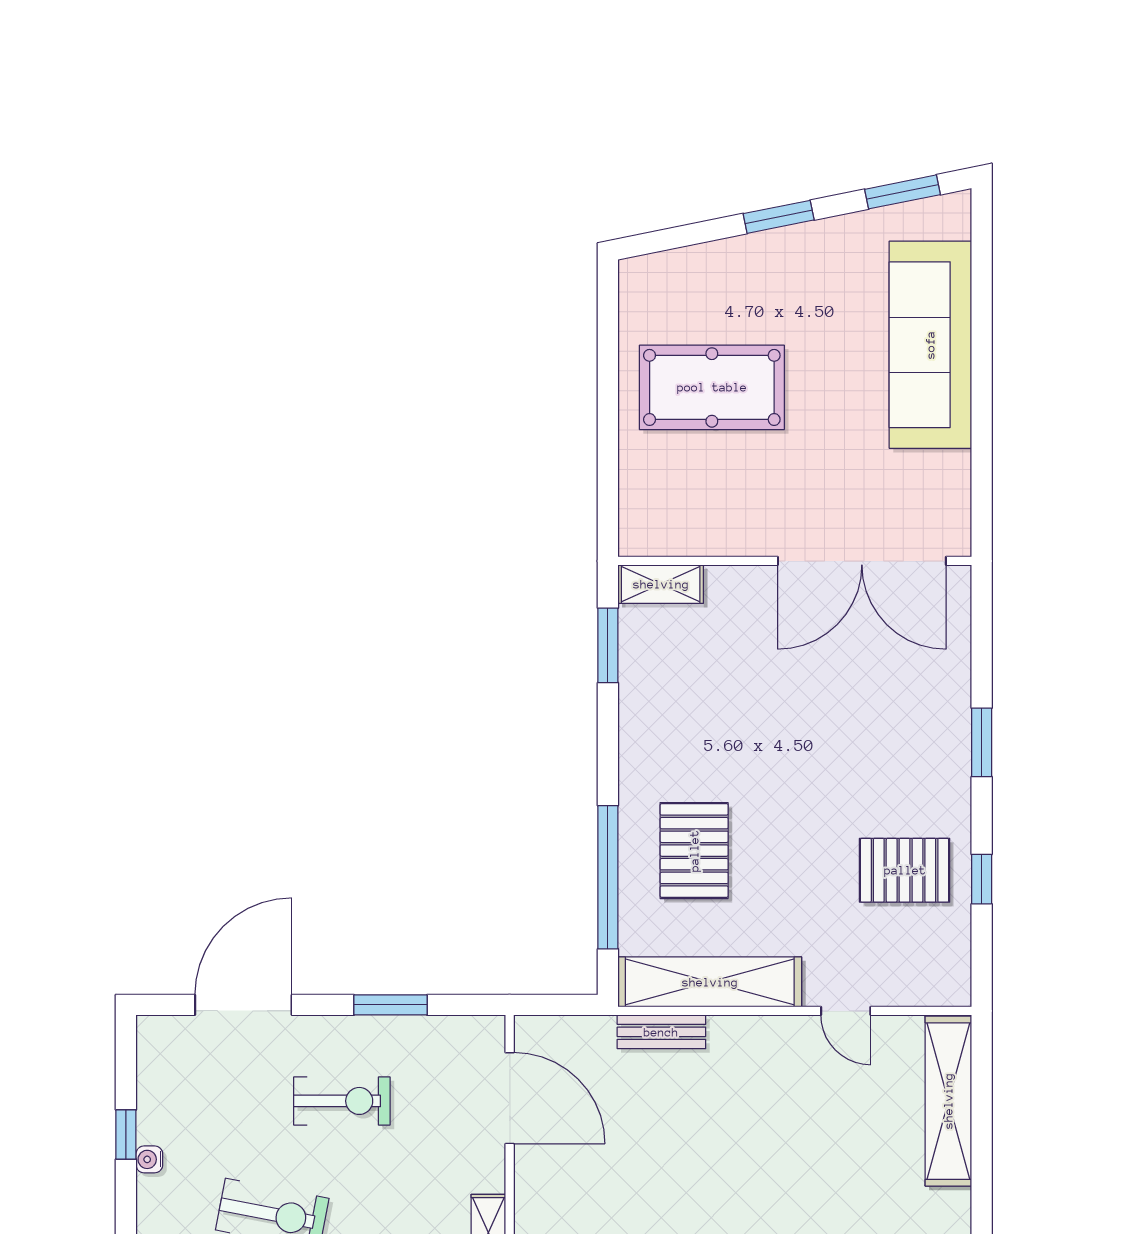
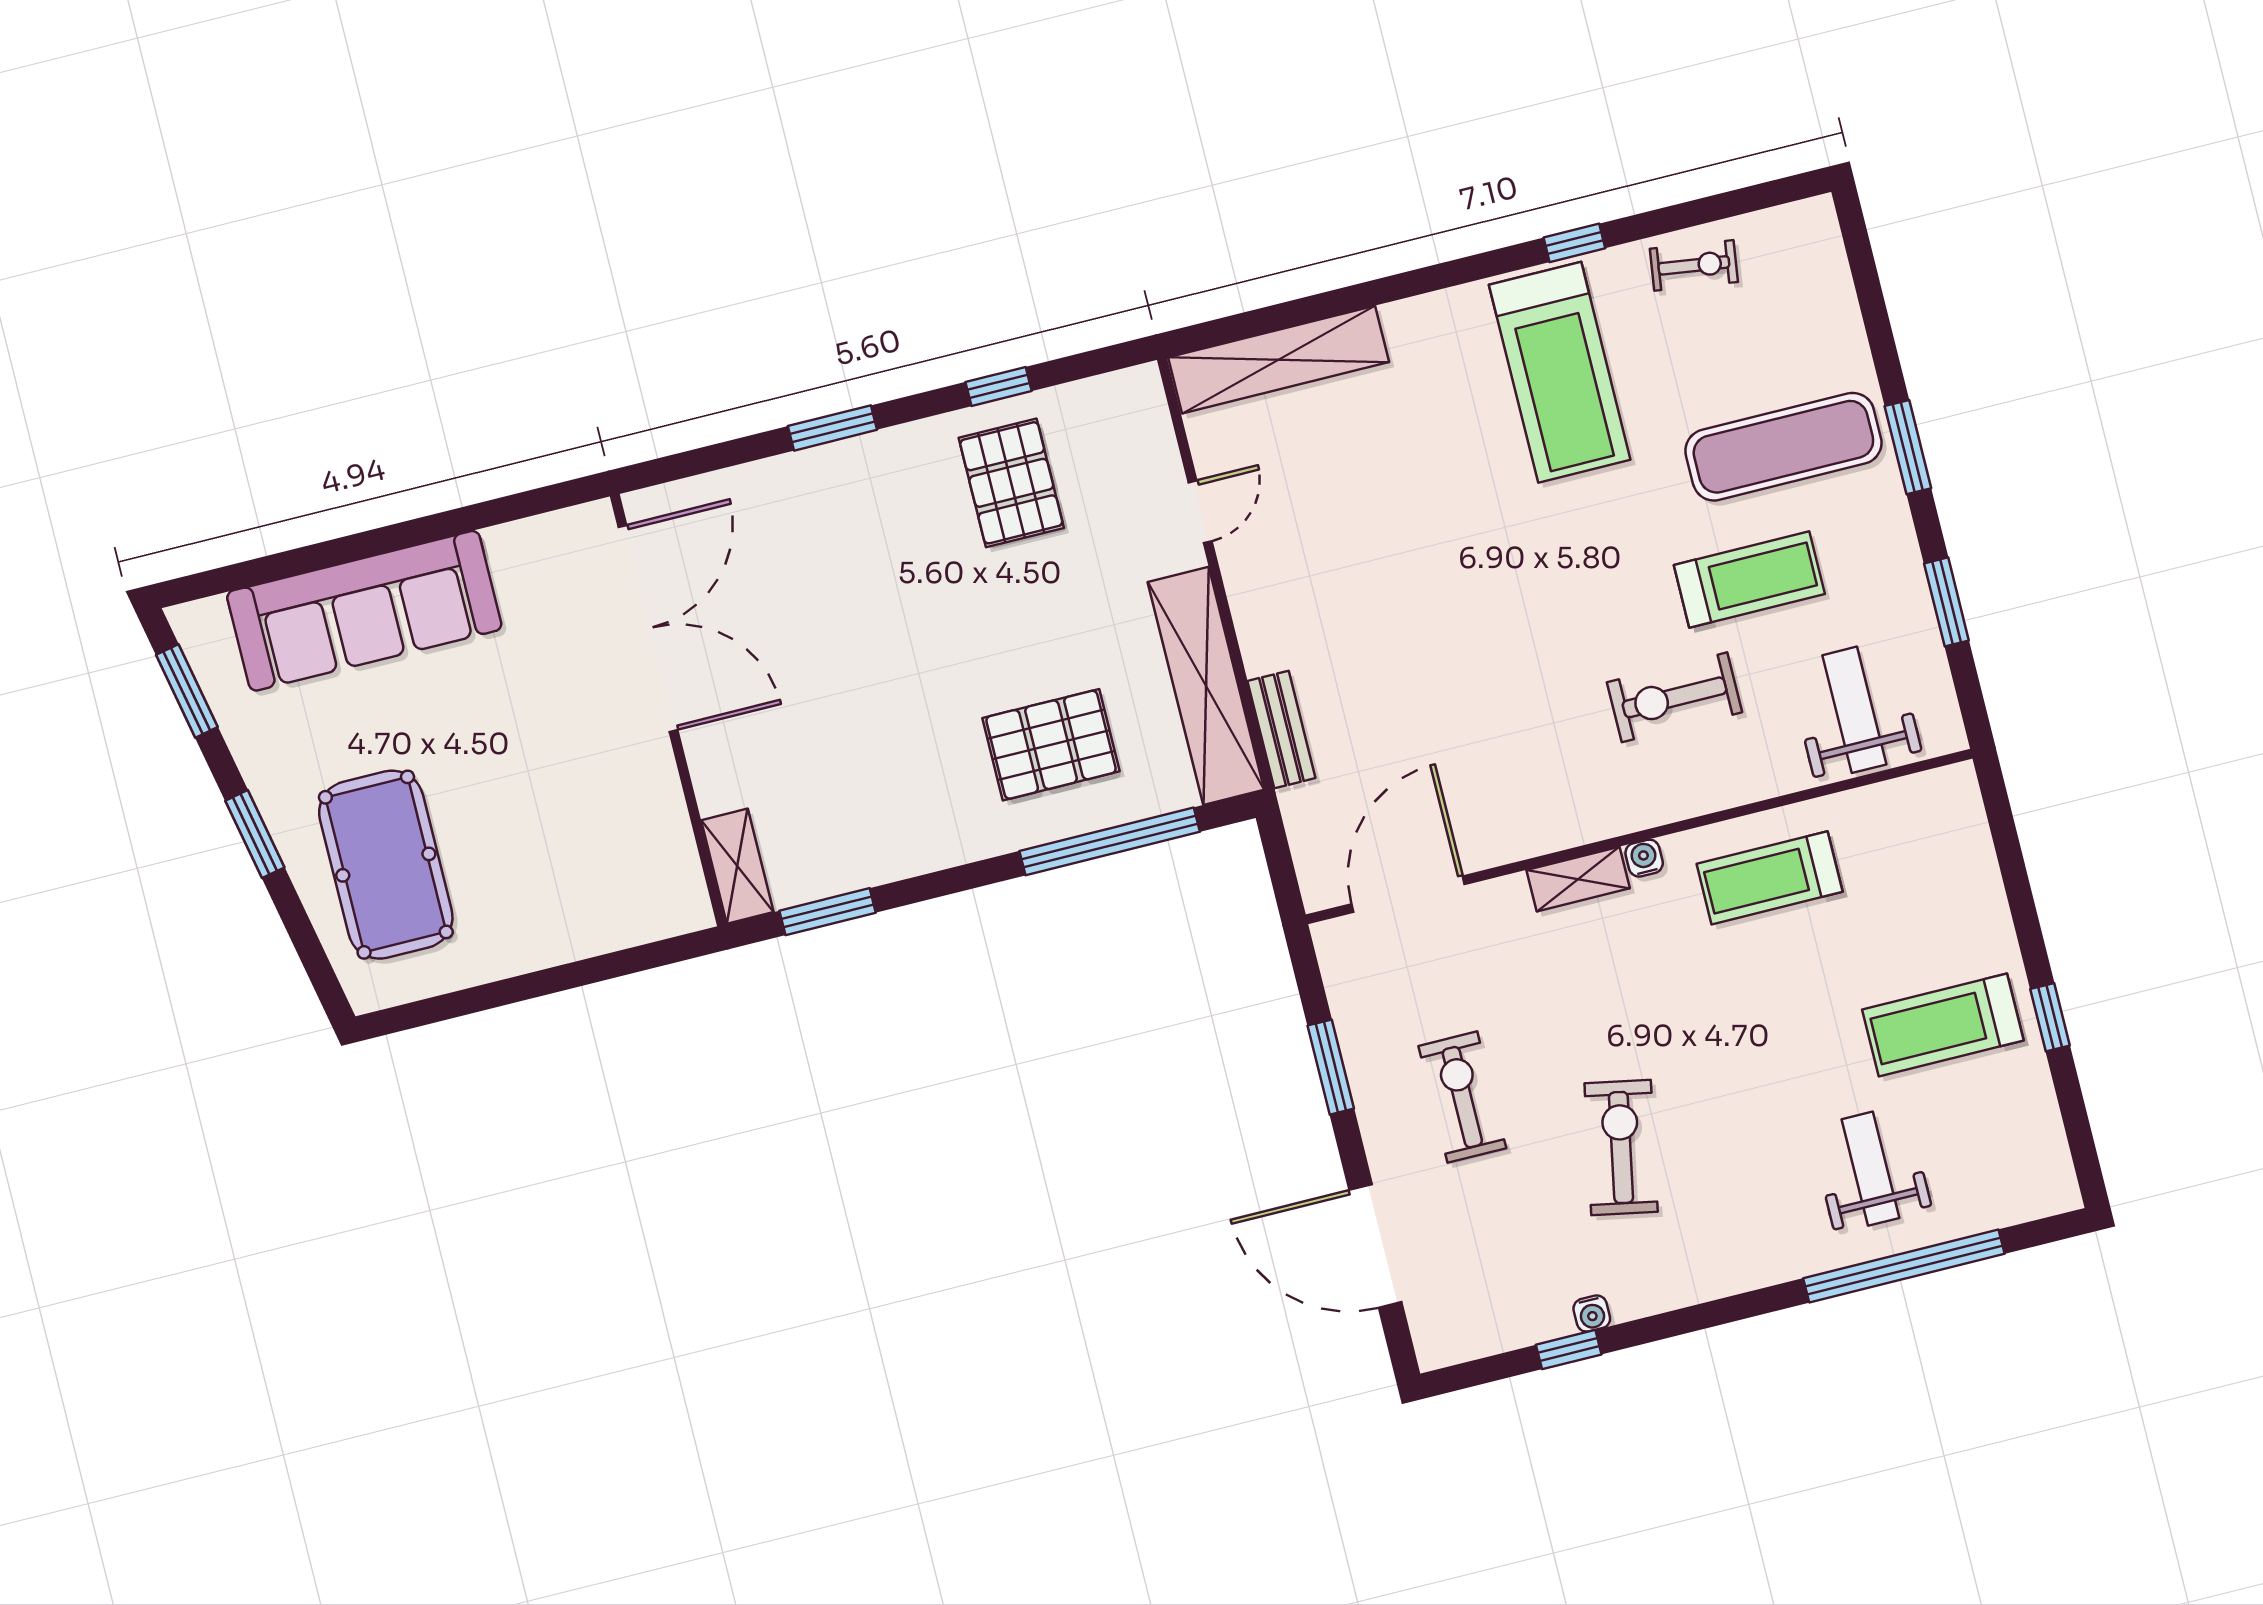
pool table: (712, 387) -> (386, 865), moved

